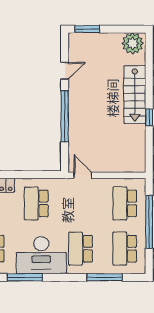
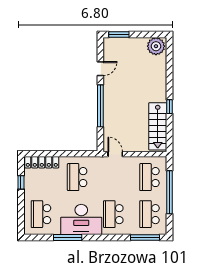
stairs: (135, 95) -> (158, 126), moved
window: (105, 277) -> (145, 238), moved

